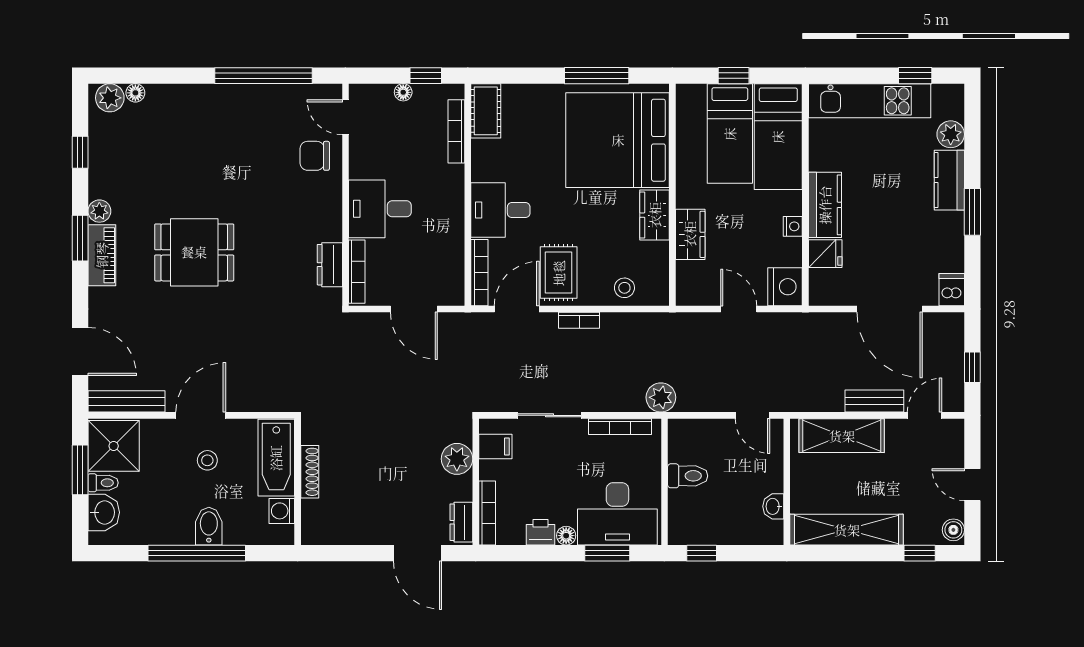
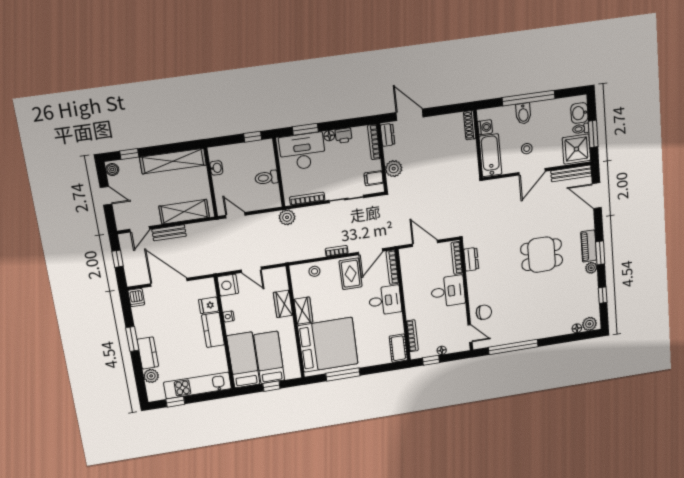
shoe rack: (310, 472) -> (470, 125), moved

